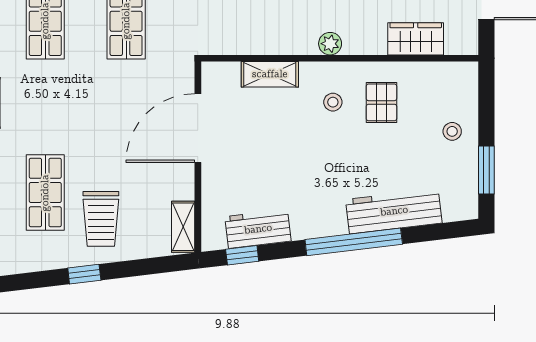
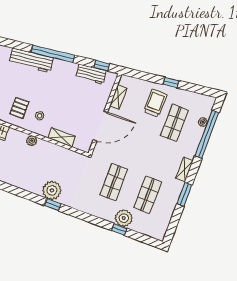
shelving: (183, 227) -> (118, 97), moved

